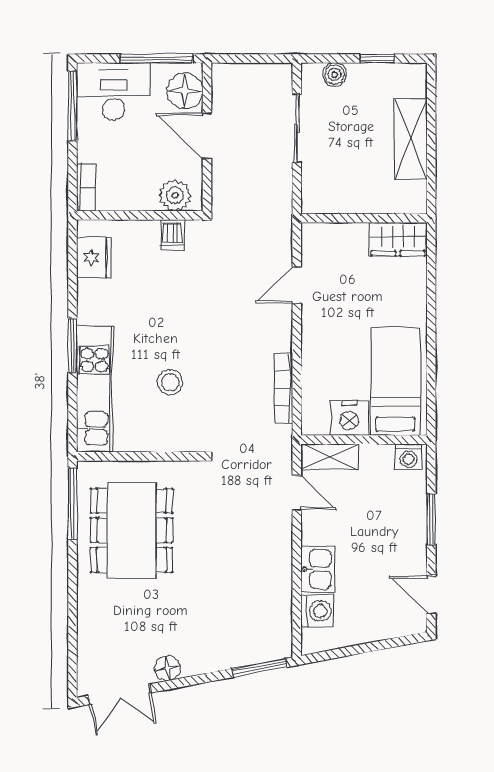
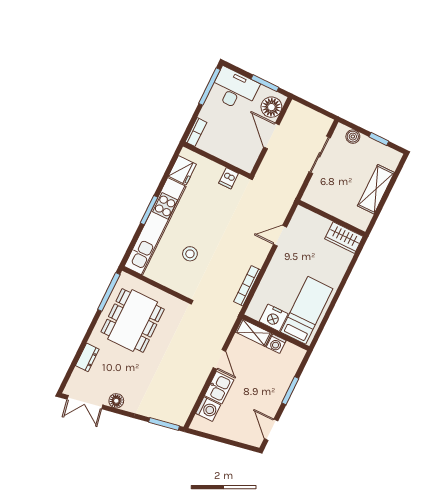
window: (156, 58) -> (265, 83), width x0.69
plant: (175, 195) -> (240, 159), removed
kitchen unit: (94, 389) -> (155, 226), width x1.36
washing machine: (408, 457) -> (276, 344), moved
door: (297, 493) -> (219, 359), moved
dresser: (89, 622) -> (87, 357), added

